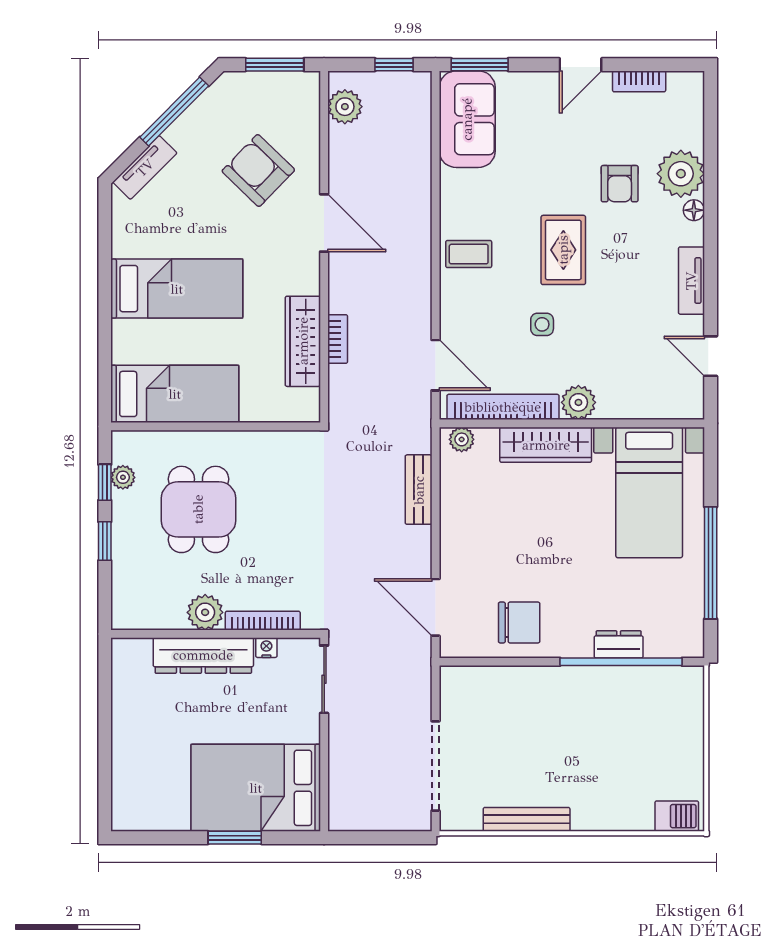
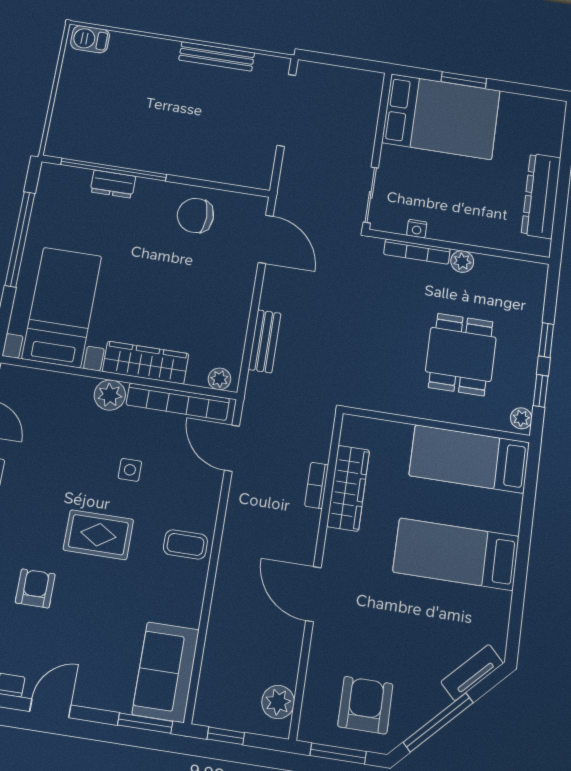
armchair: (258, 170) -> (365, 705), moved, turned -134
rug: (563, 250) -> (98, 535), turned 90
plant: (123, 477) -> (521, 418), moved
plant: (205, 612) -> (462, 261), width x0.73, depth x0.73
dresser: (203, 655) -> (541, 196), moved, turned -90

